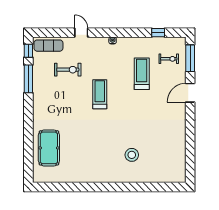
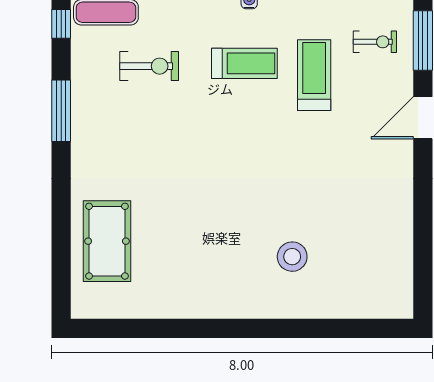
window: (28, 79) -> (61, 111), moved
treadmill: (100, 94) -> (244, 63), moved, turned 90

